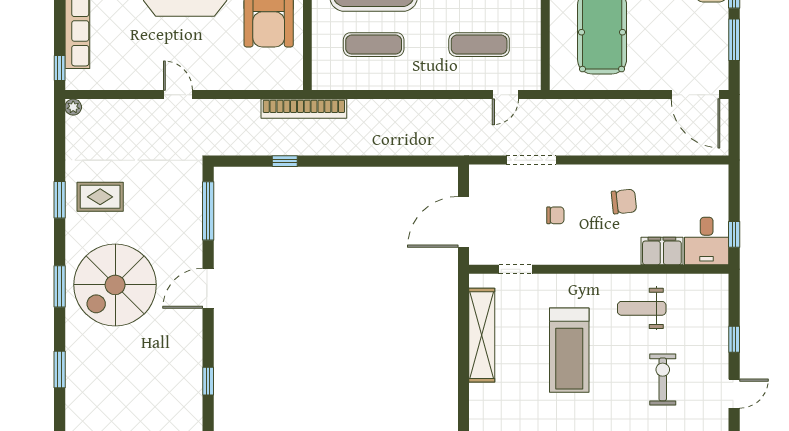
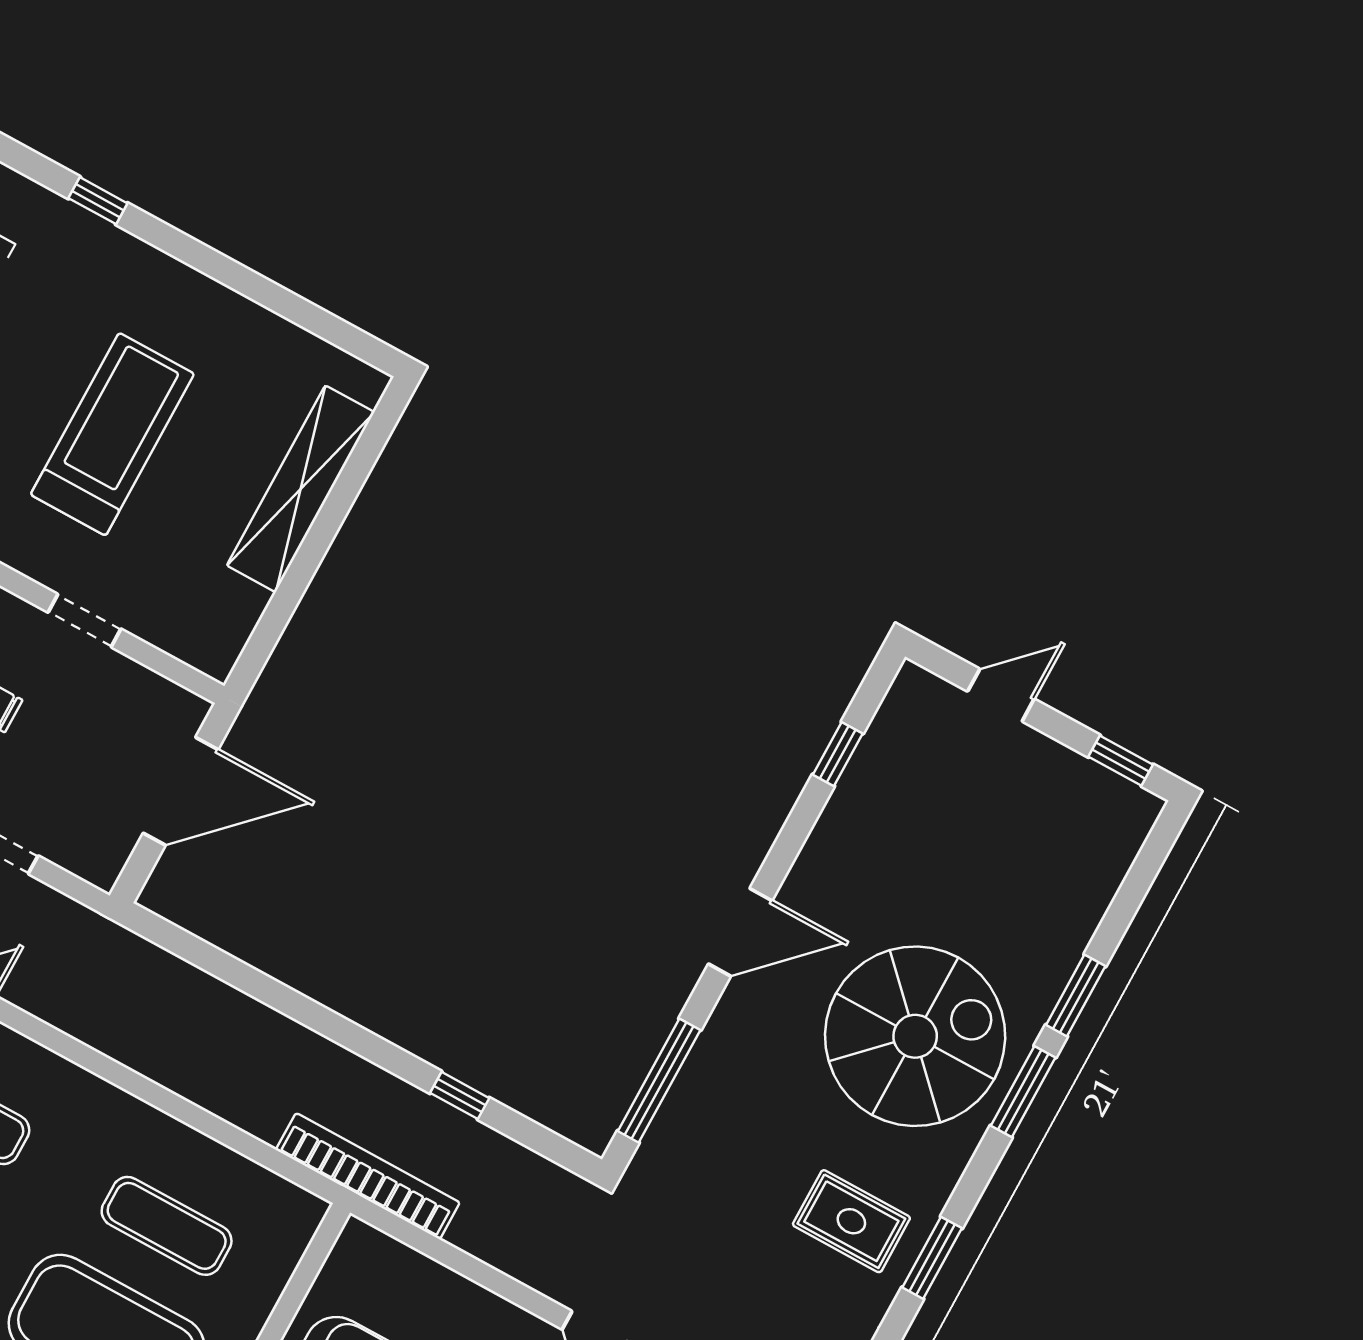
doorway: (515, 269) -> (84, 621), moved
shelving: (482, 335) -> (301, 489), moved
window: (60, 369) -> (1076, 996), moved

